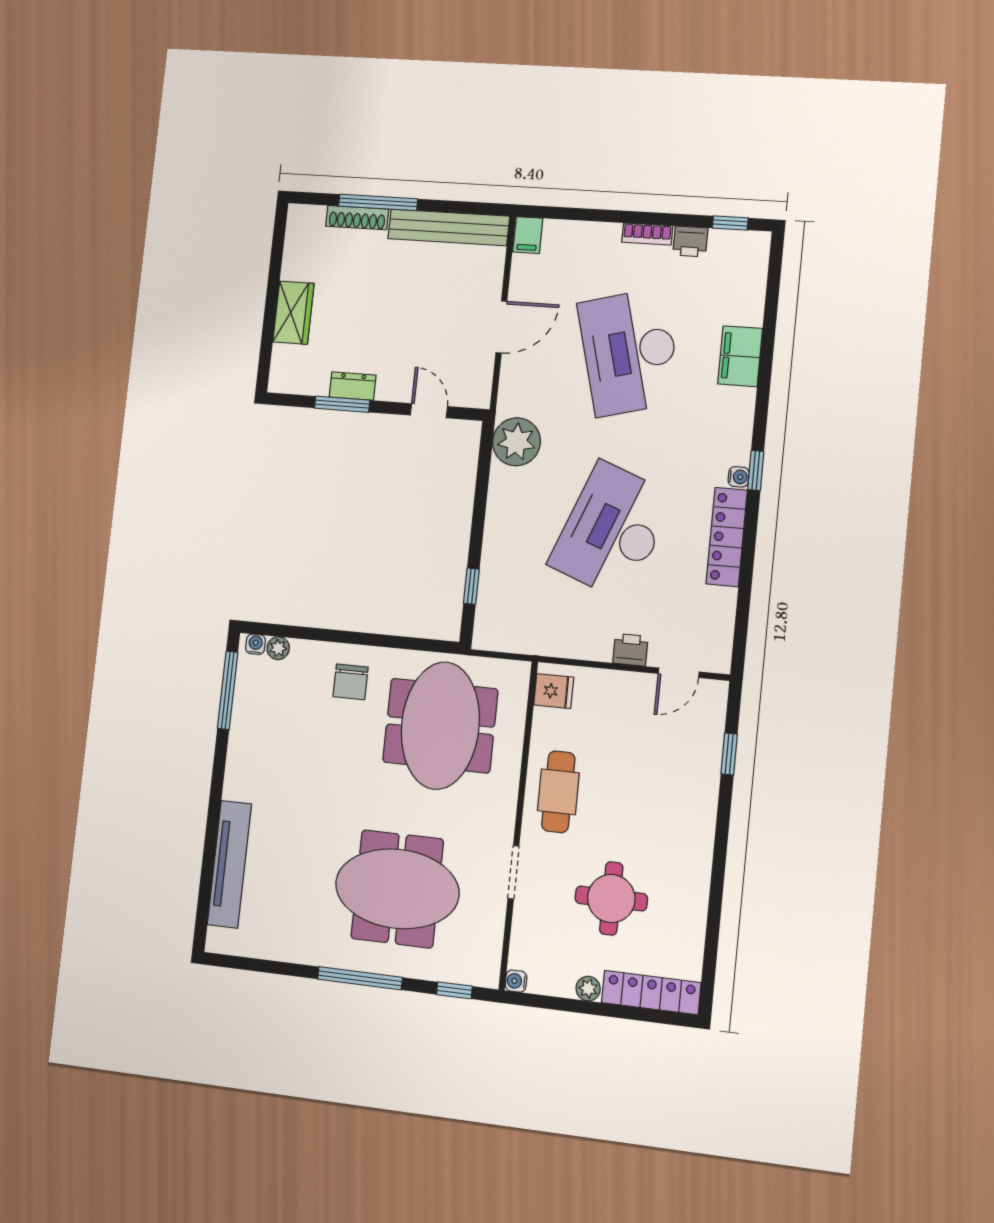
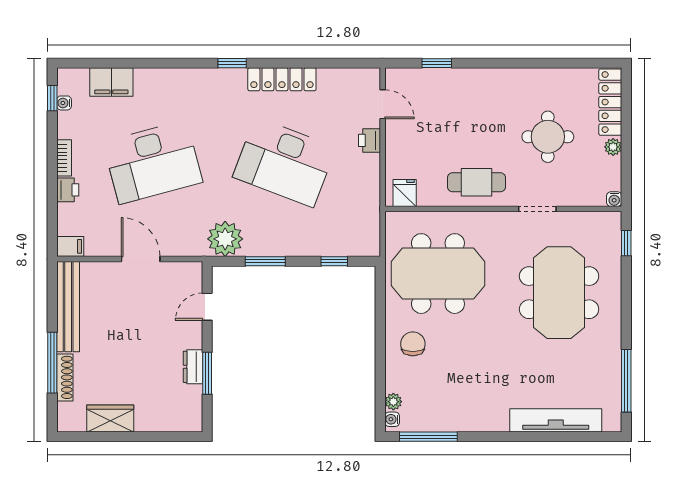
printer: (690, 241) -> (68, 190), moved
wardrobe: (293, 313) -> (110, 419), moved
filing cabinet: (740, 356) -> (111, 82), moved
water cooler: (739, 477) -> (64, 103), moved, turned -90
window: (481, 493) -> (265, 261), added
chair: (351, 682) -> (413, 344), turned -90
window: (360, 978) -> (626, 381), moved

